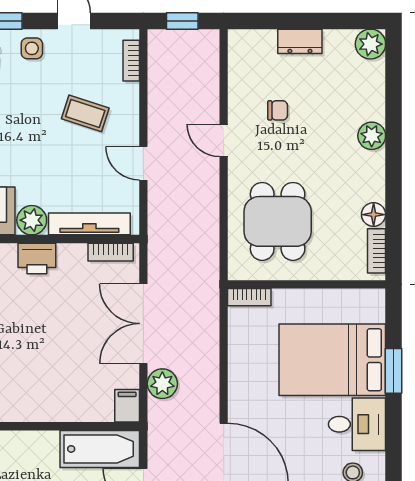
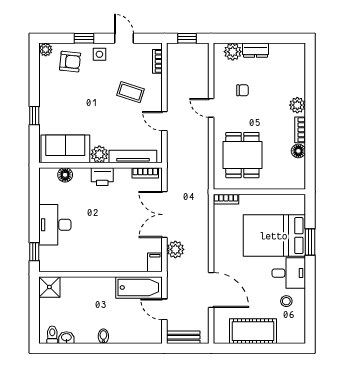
plant: (370, 44) -> (233, 52), moved
bookcase: (377, 251) -> (300, 130), moved

